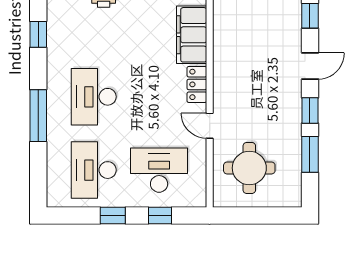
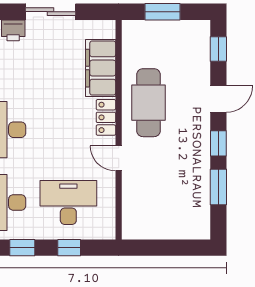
cafe table: (240, 70) -> (149, 103), added
round table: (249, 168) -> (158, 200), removed

